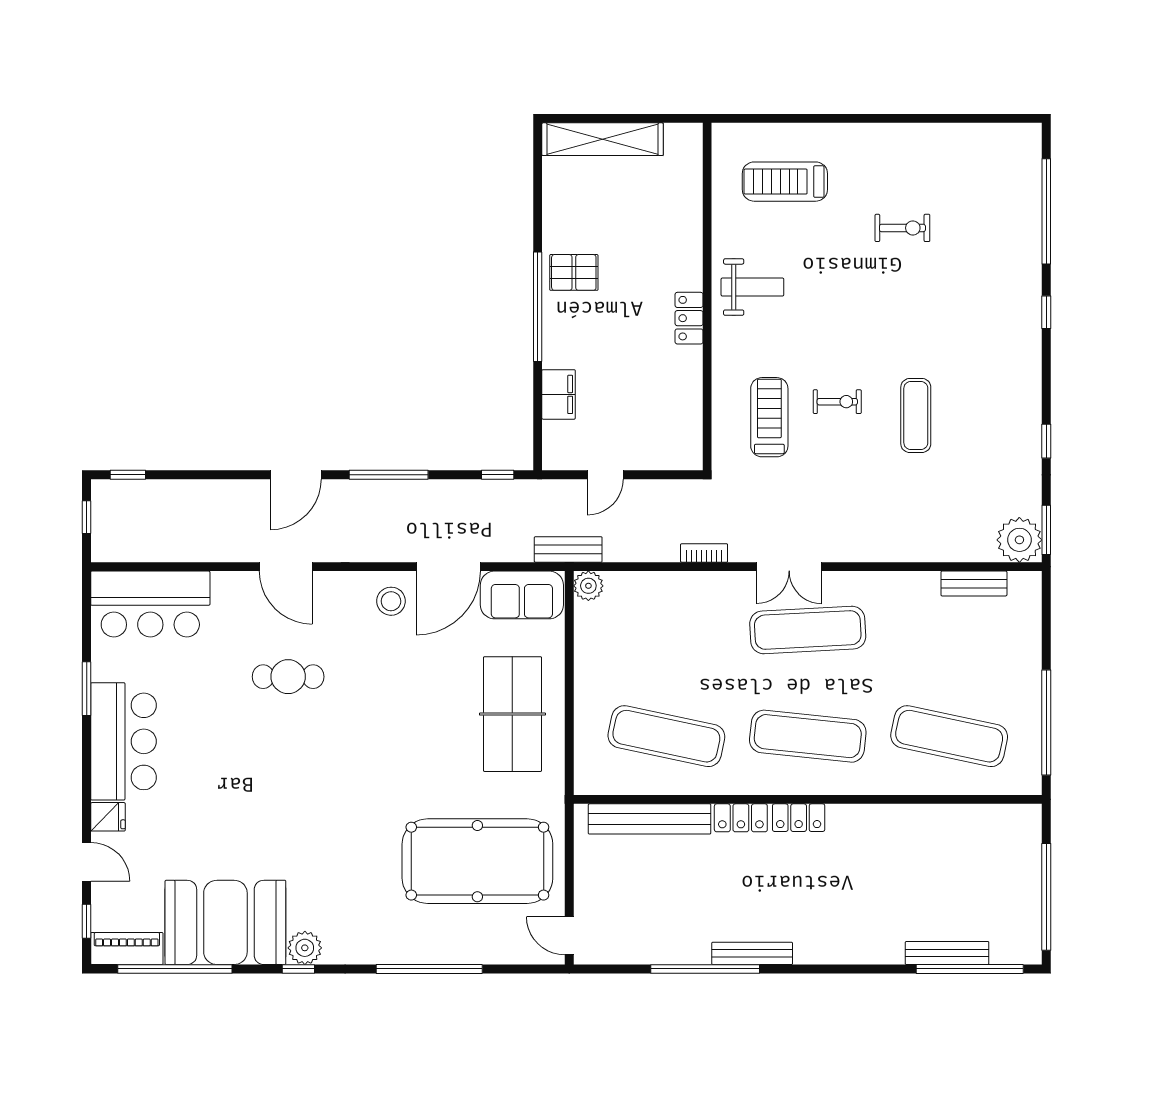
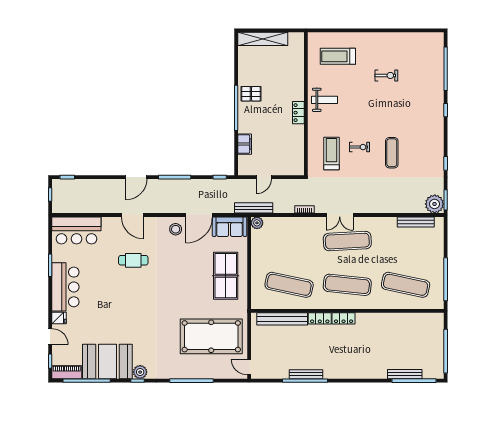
bench: (568, 549) -> (254, 208), width x1.36
bench: (974, 584) -> (416, 222), width x1.36
bench: (752, 953) -> (306, 374), moved

